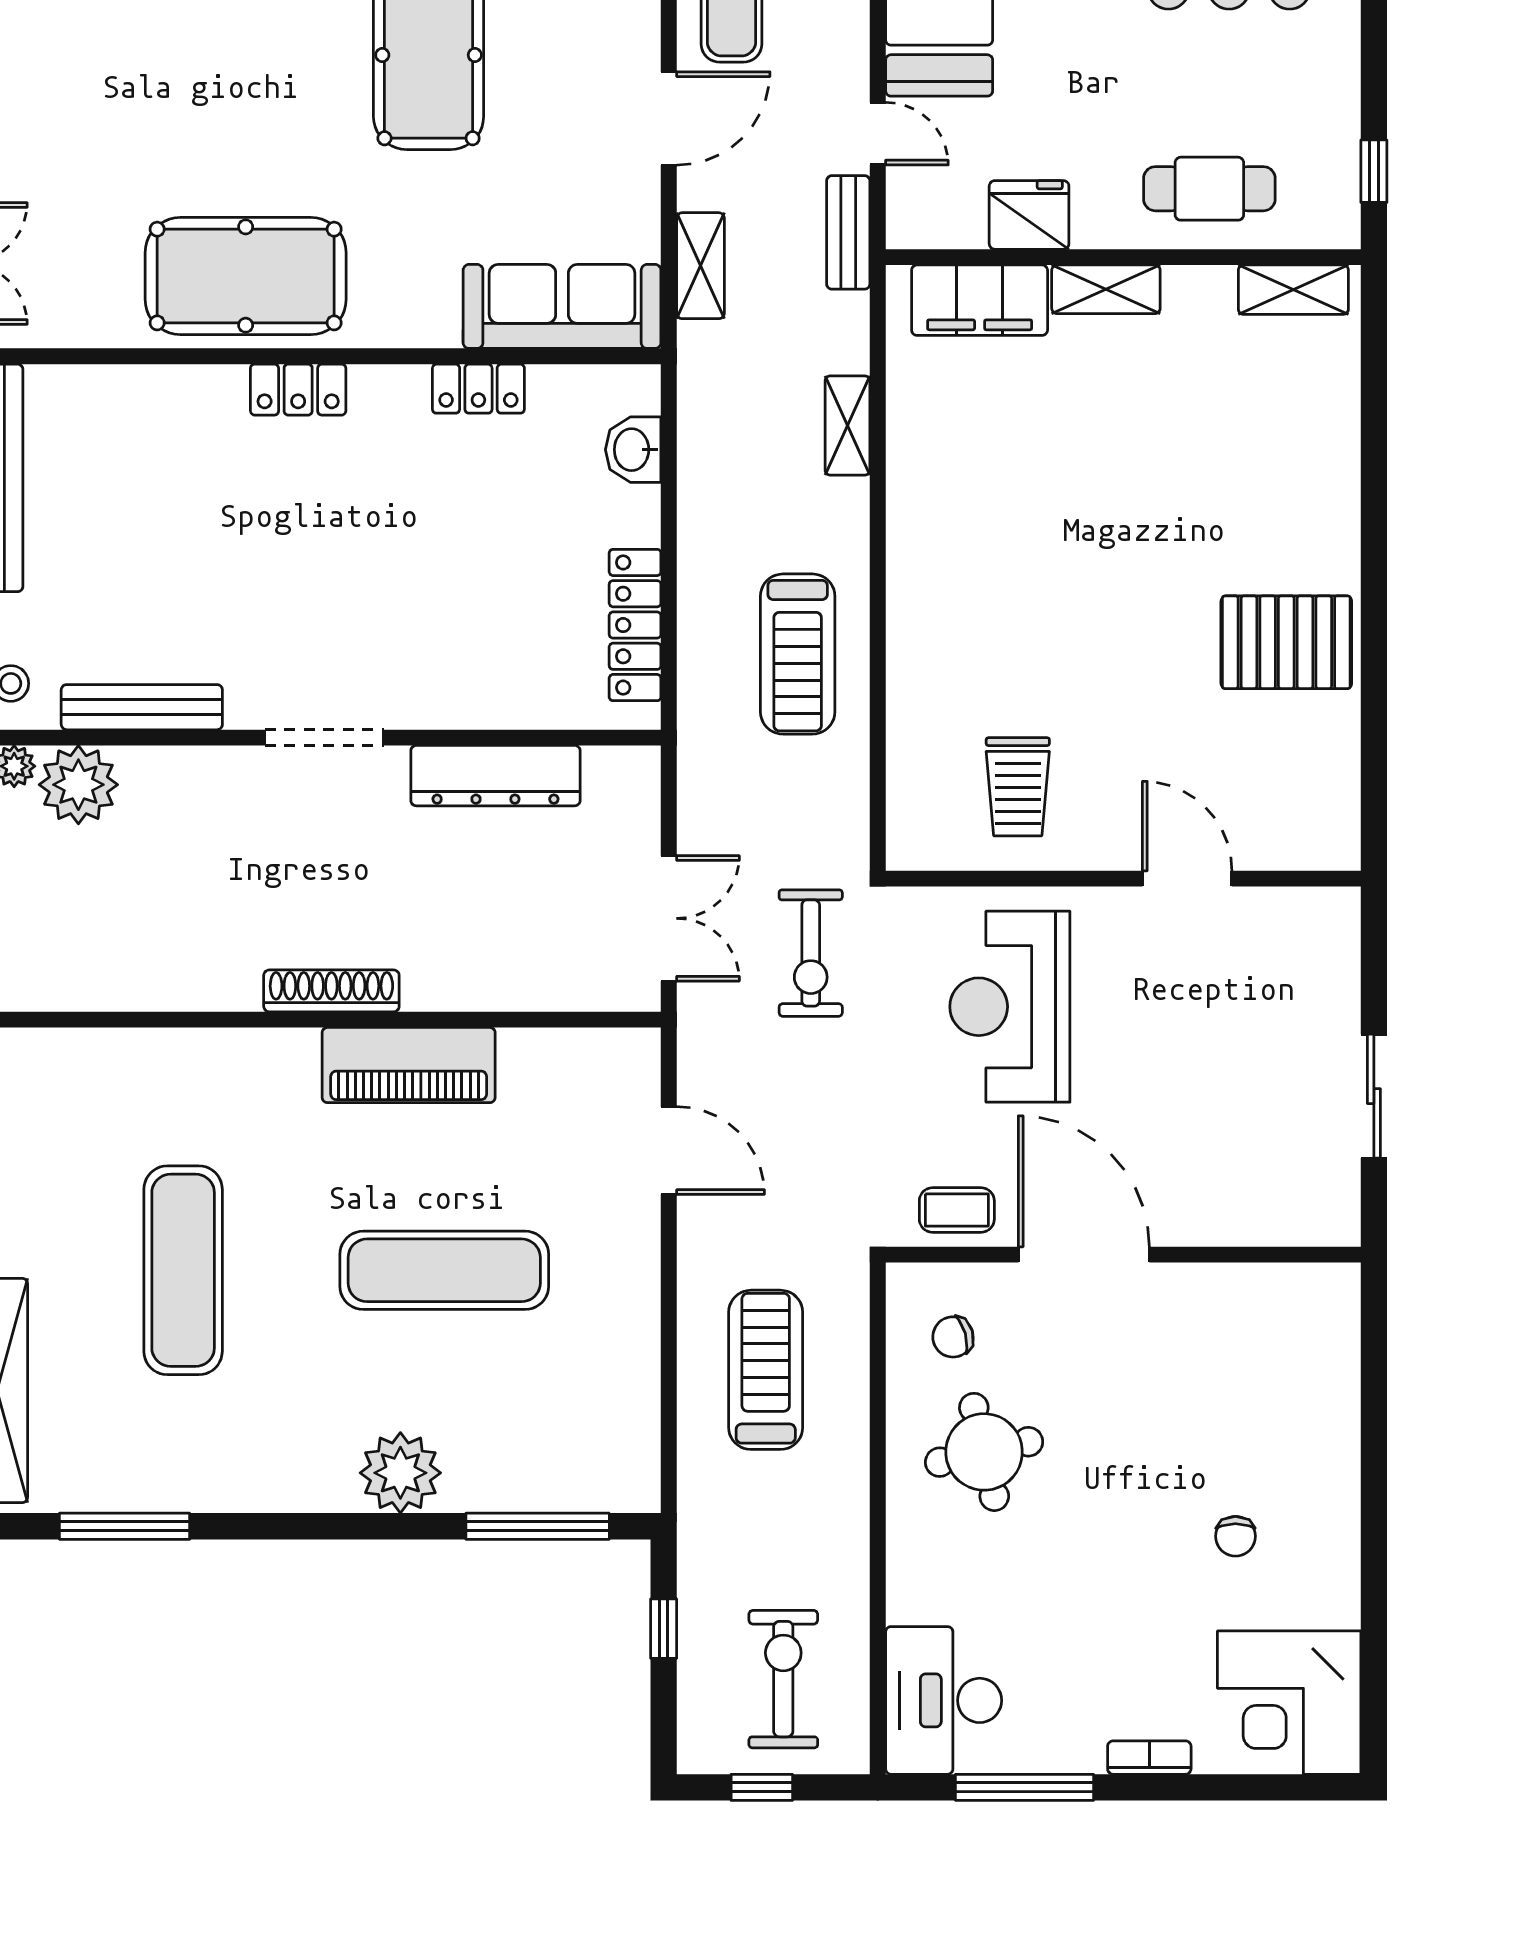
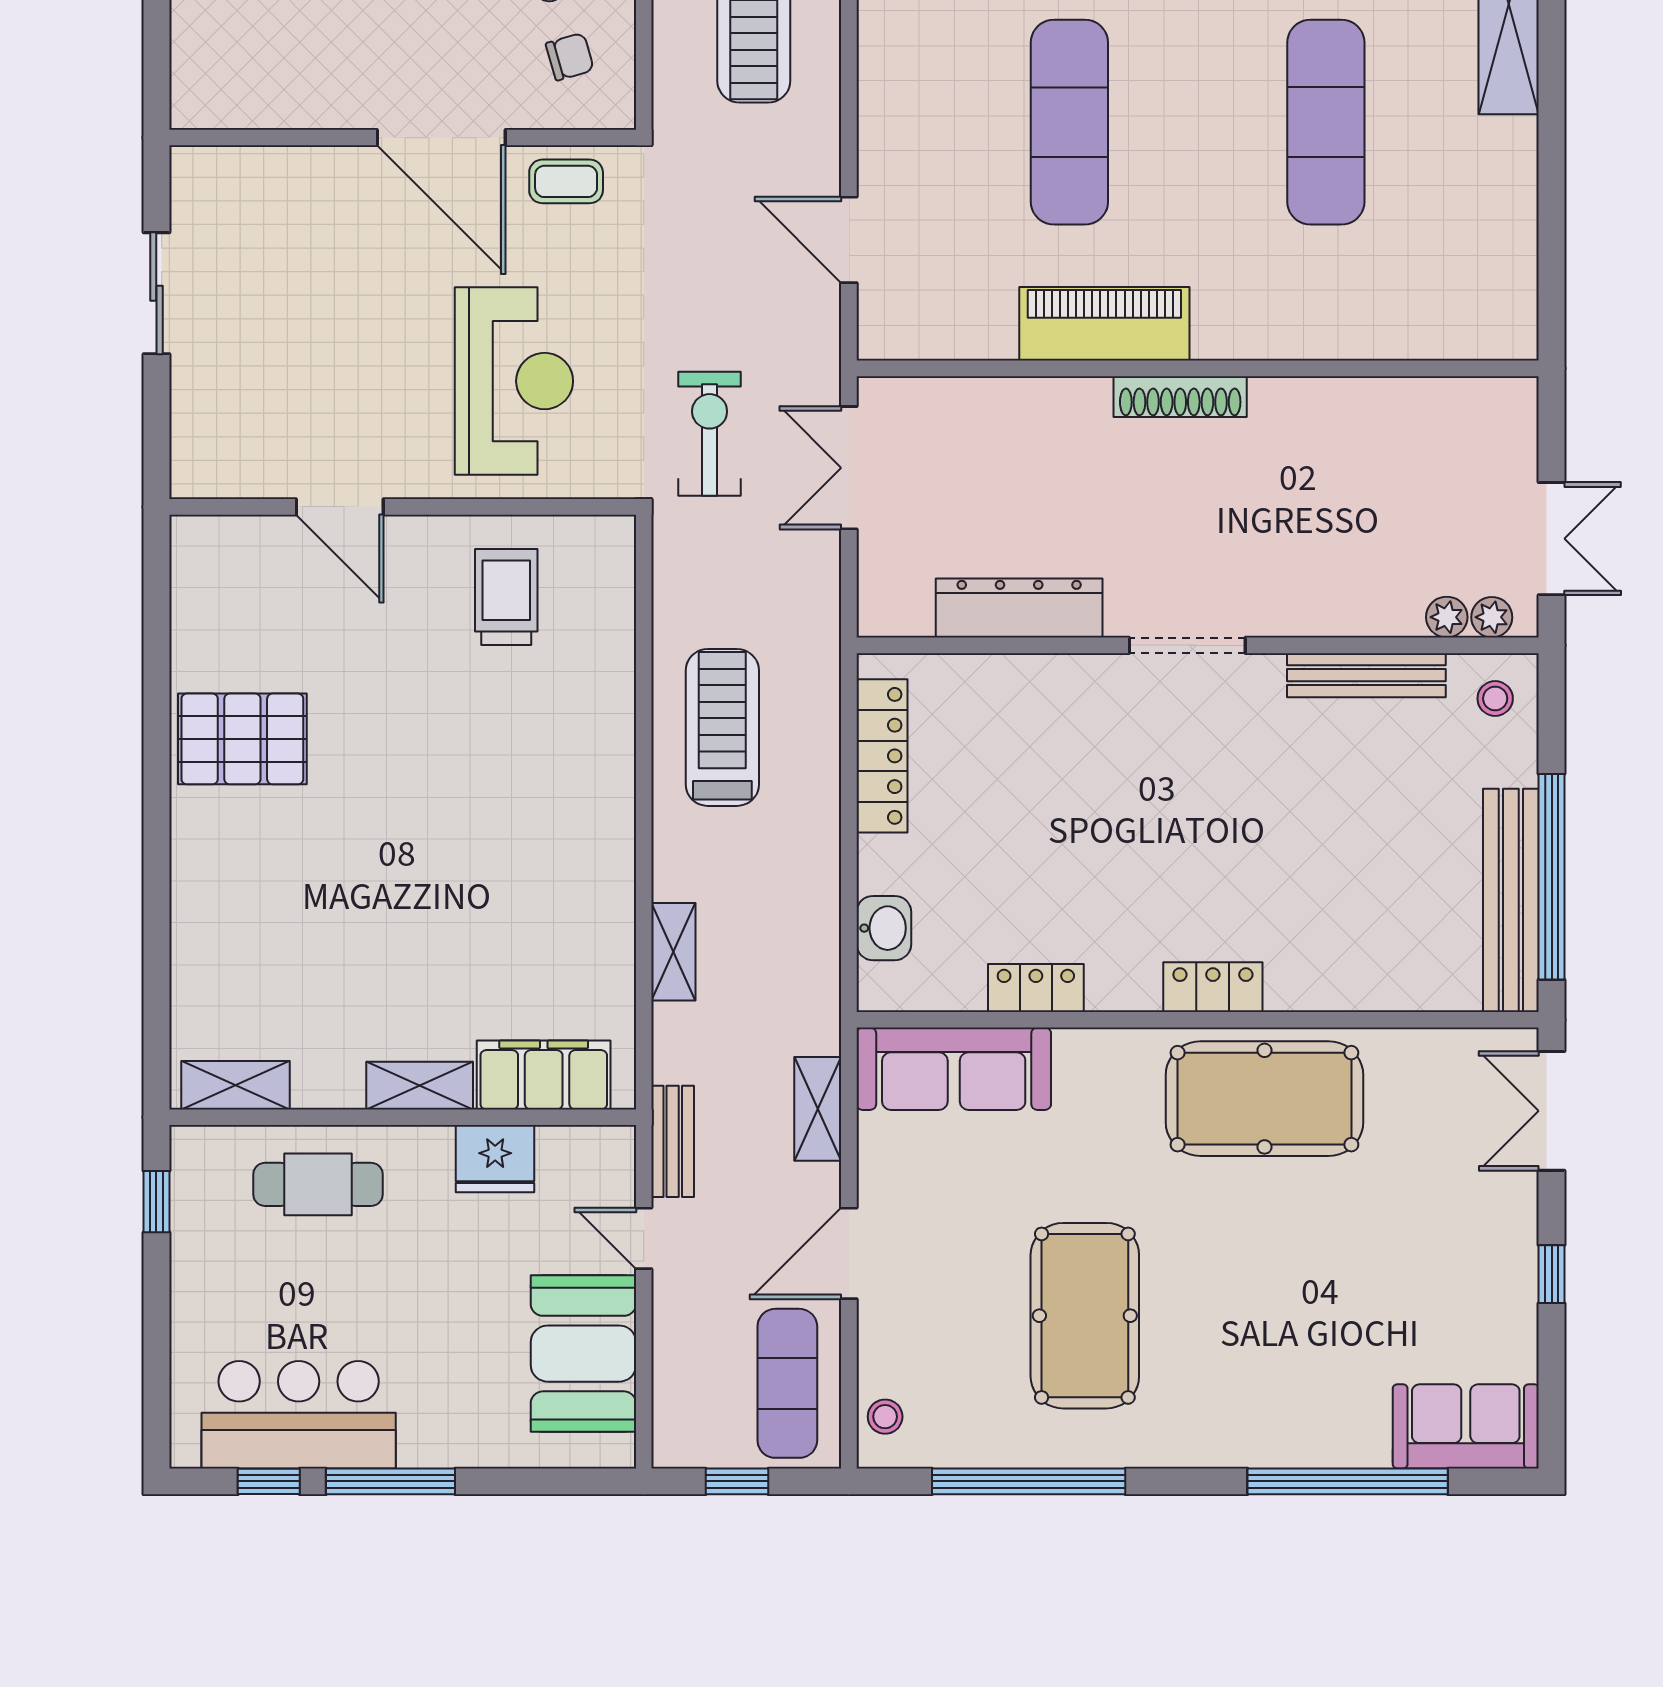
plant: (78, 785) -> (1447, 617), width x0.53, depth x0.53
exercise mat: (444, 1270) -> (1069, 122), turned 90

